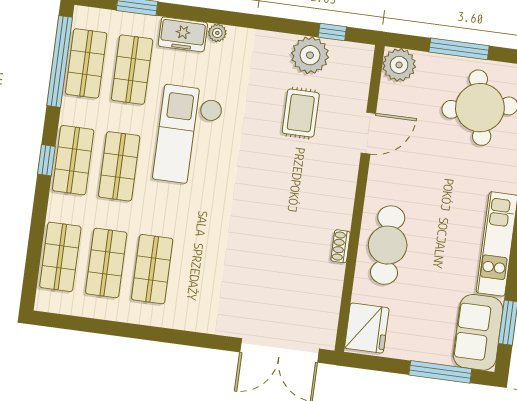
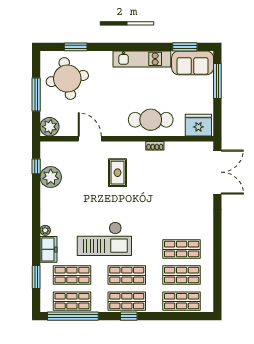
rug: (301, 113) -> (118, 173), moved, turned 90

